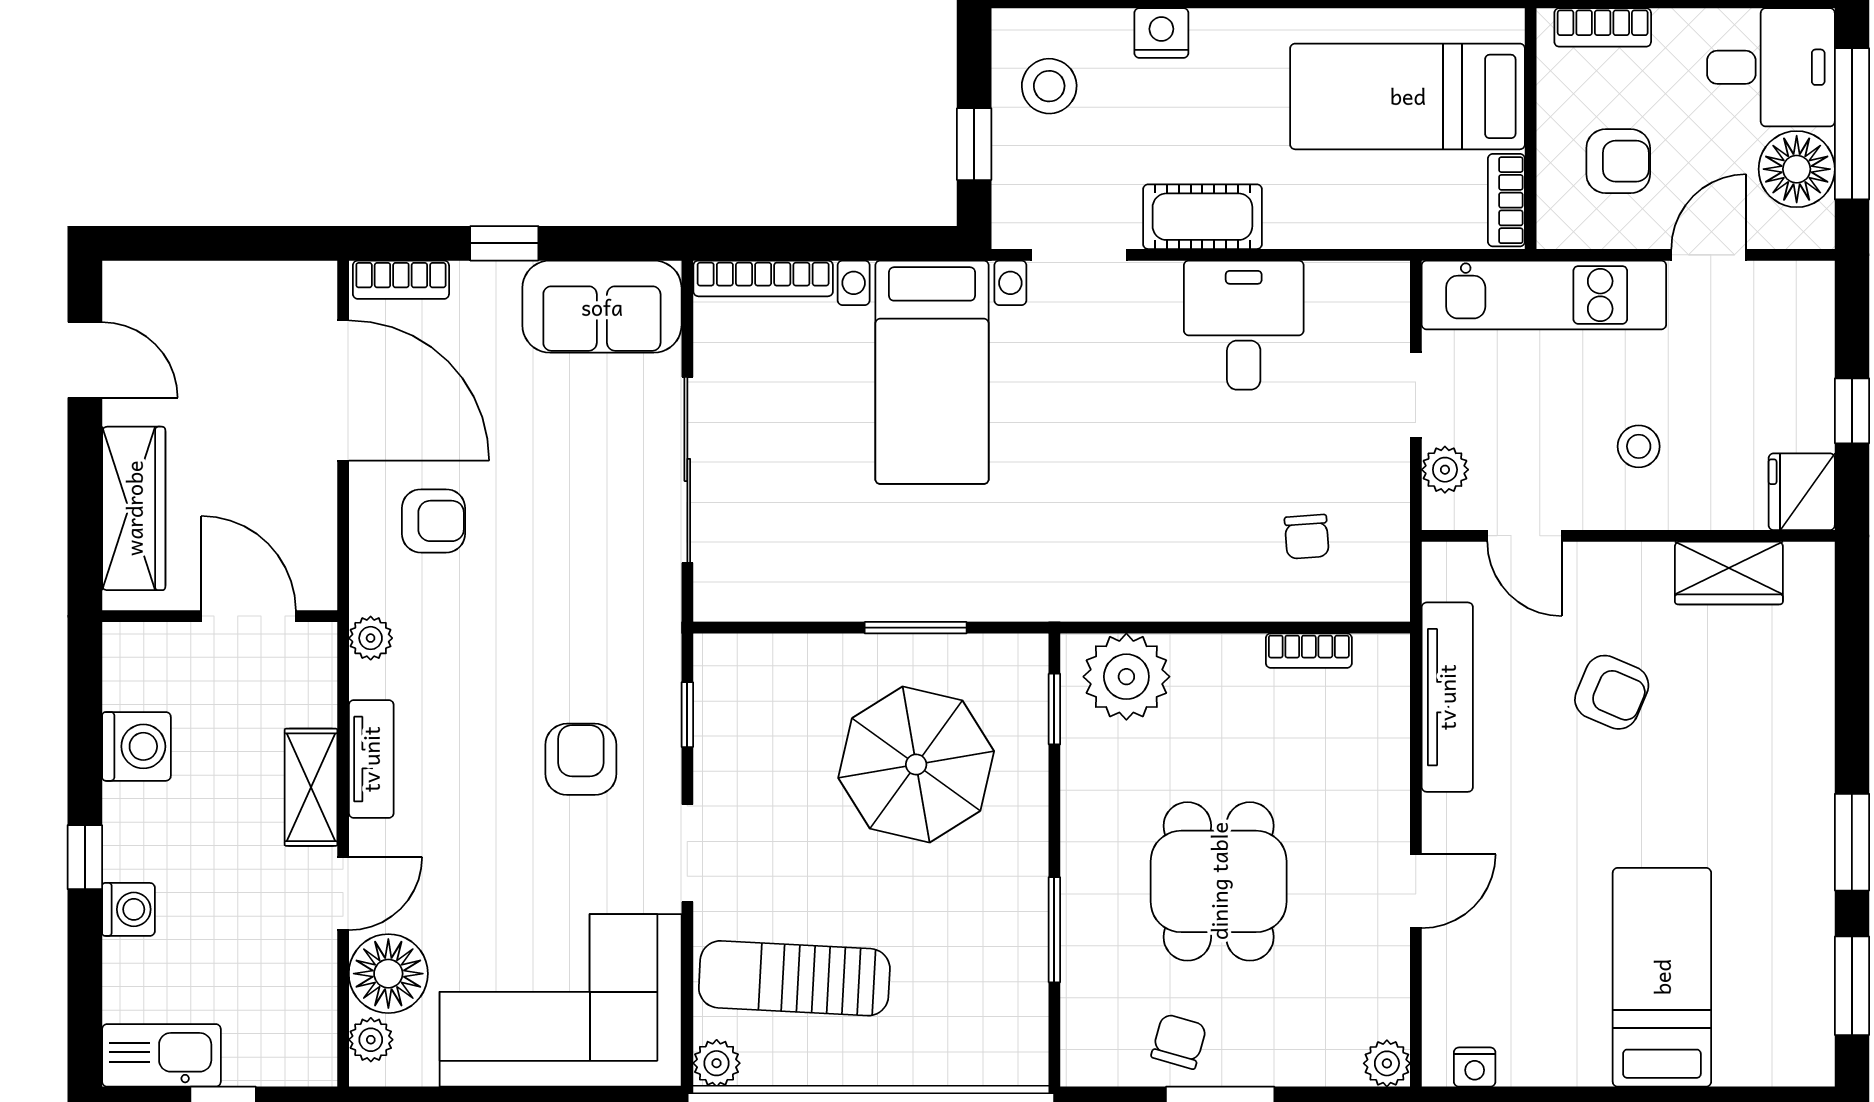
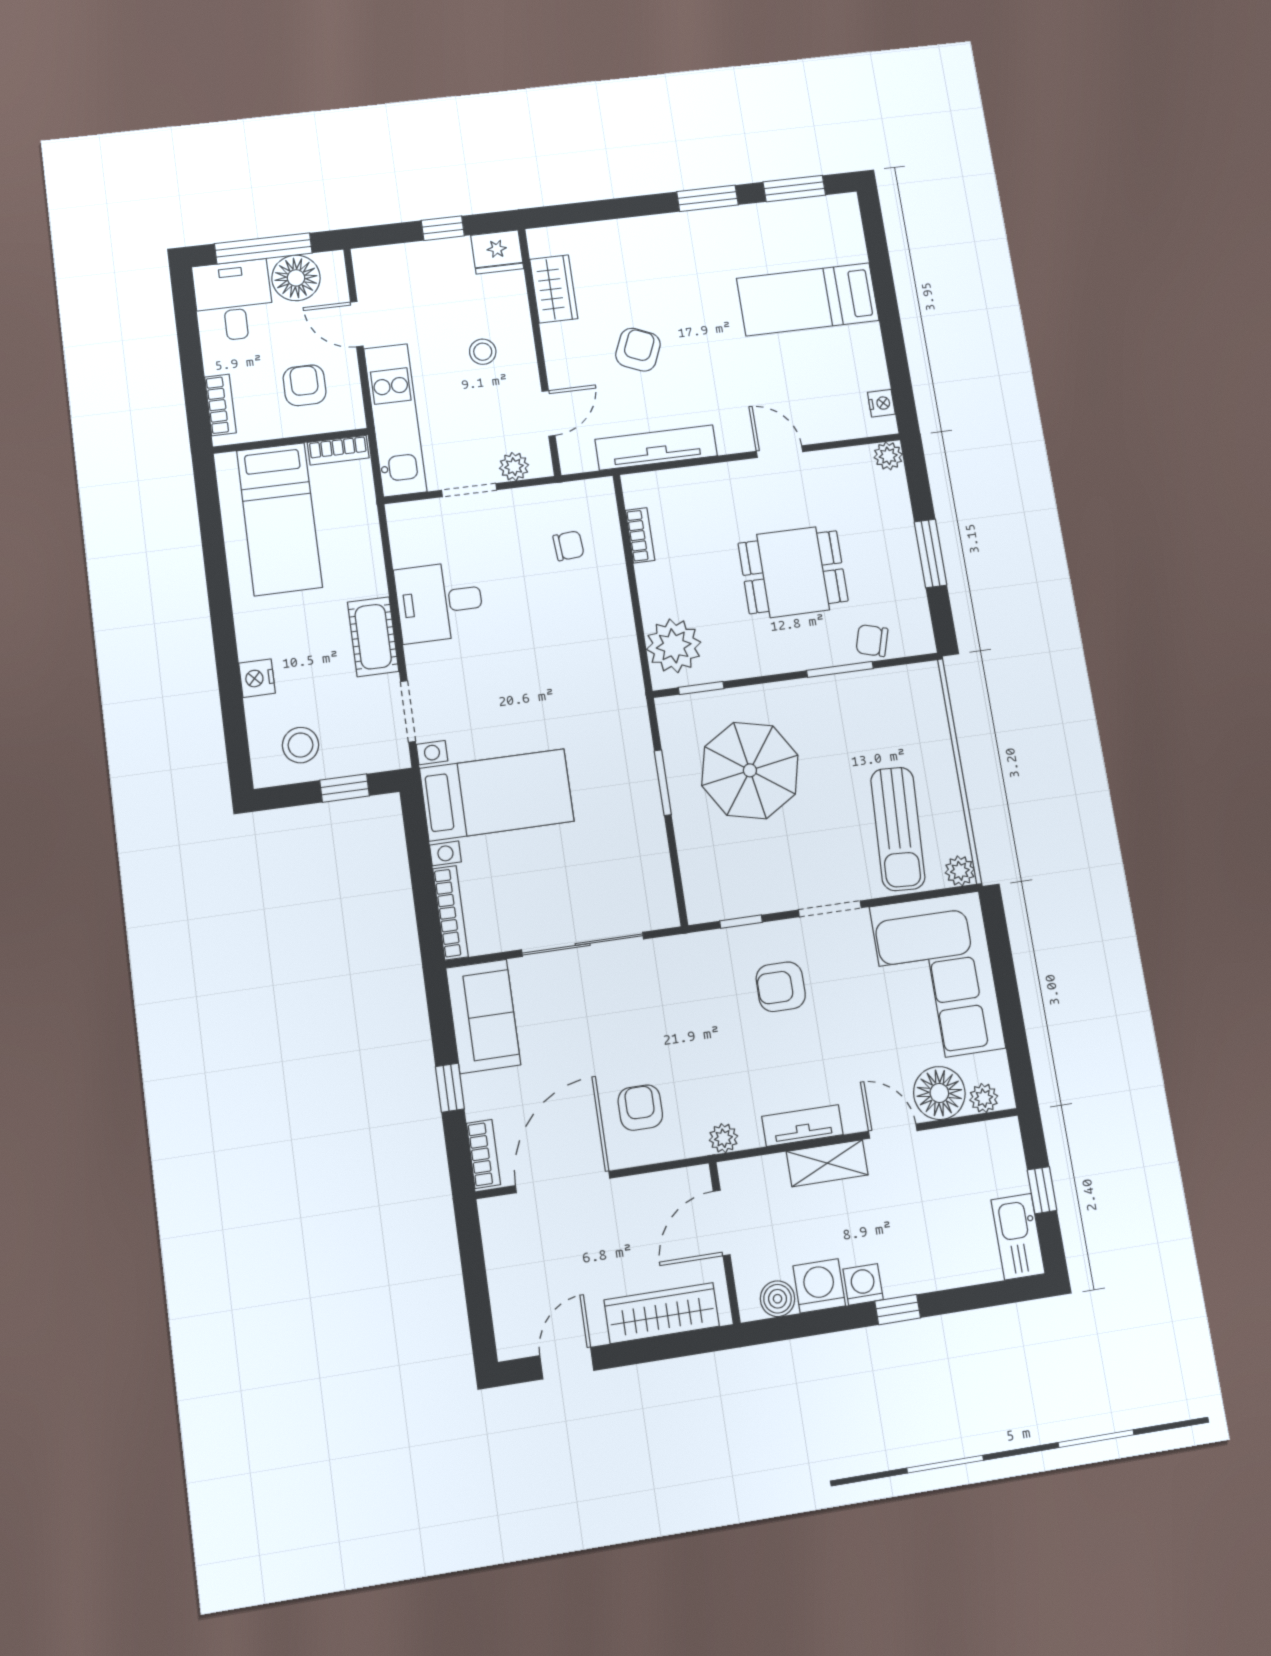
boiler: (128, 682) -> (778, 1299), added
washing machine: (128, 909) -> (863, 1284), moved
chair: (1179, 1041) -> (872, 641), moved

